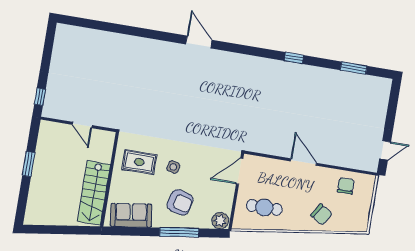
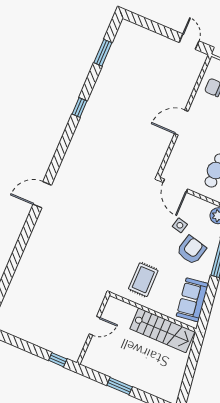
side table: (173, 167) -> (180, 225), moved

